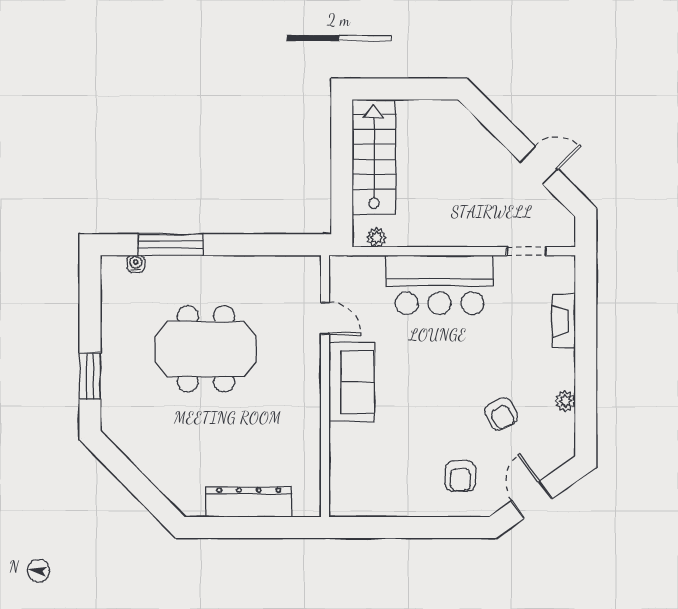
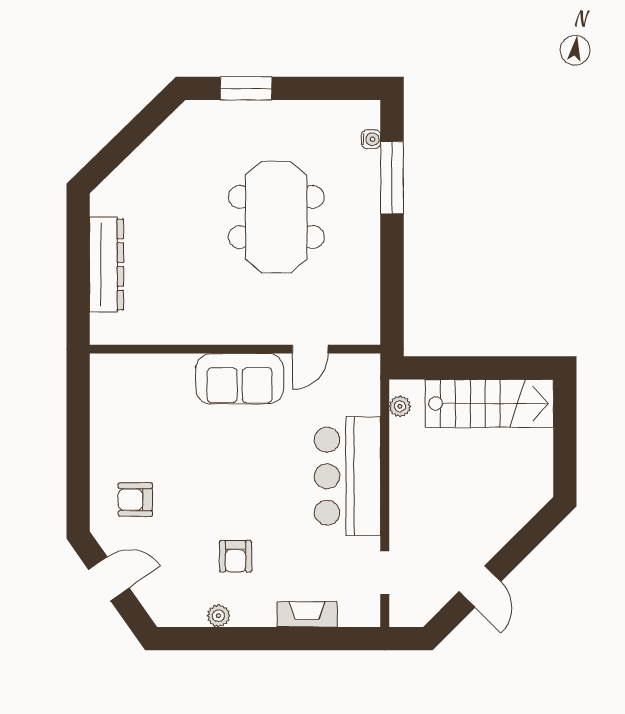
armchair: (501, 414) -> (235, 556), moved, turned -63

